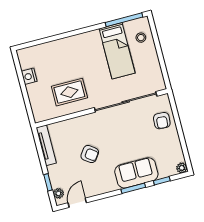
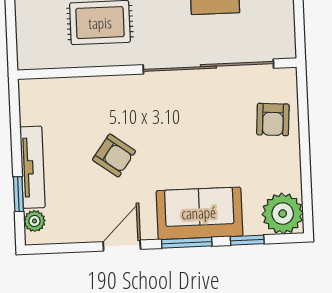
tv unit: (46, 145) -> (32, 167), moved
plant: (182, 168) -> (283, 214), width x1.88, depth x1.88
door: (77, 203) -> (122, 246), moved

